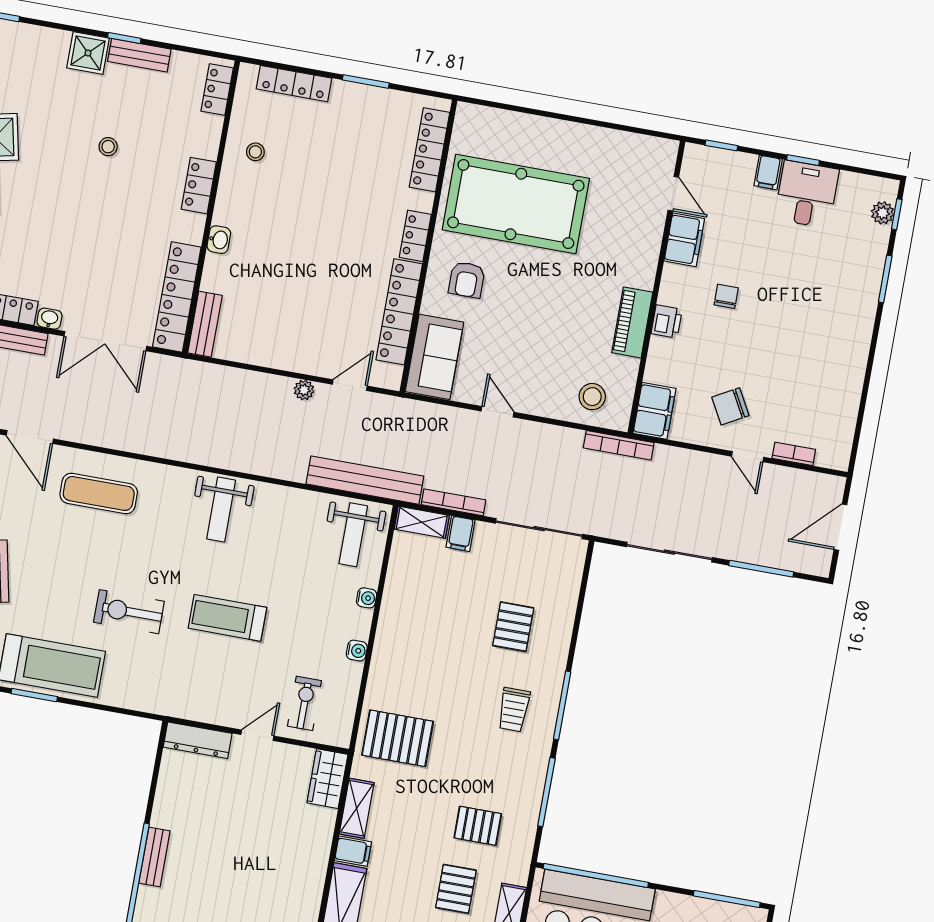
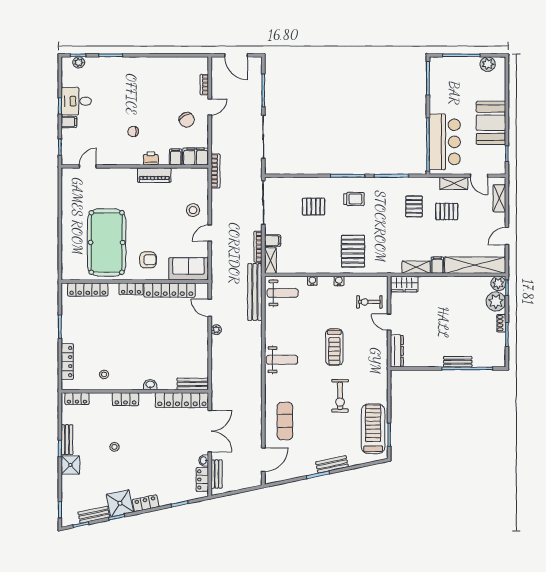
filing cabinet: (684, 240) -> (176, 157), moved, width x0.50
stool: (592, 397) -> (193, 210), moved
pallet: (398, 738) -> (353, 251), moved

